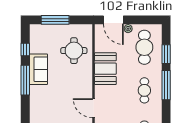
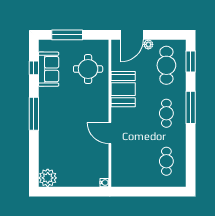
door: (113, 20) -> (132, 35), hinge flipped
window: (166, 54) -> (191, 61), moved
sofa: (38, 69) -> (49, 69), moved
window: (25, 80) -> (34, 114), moved

